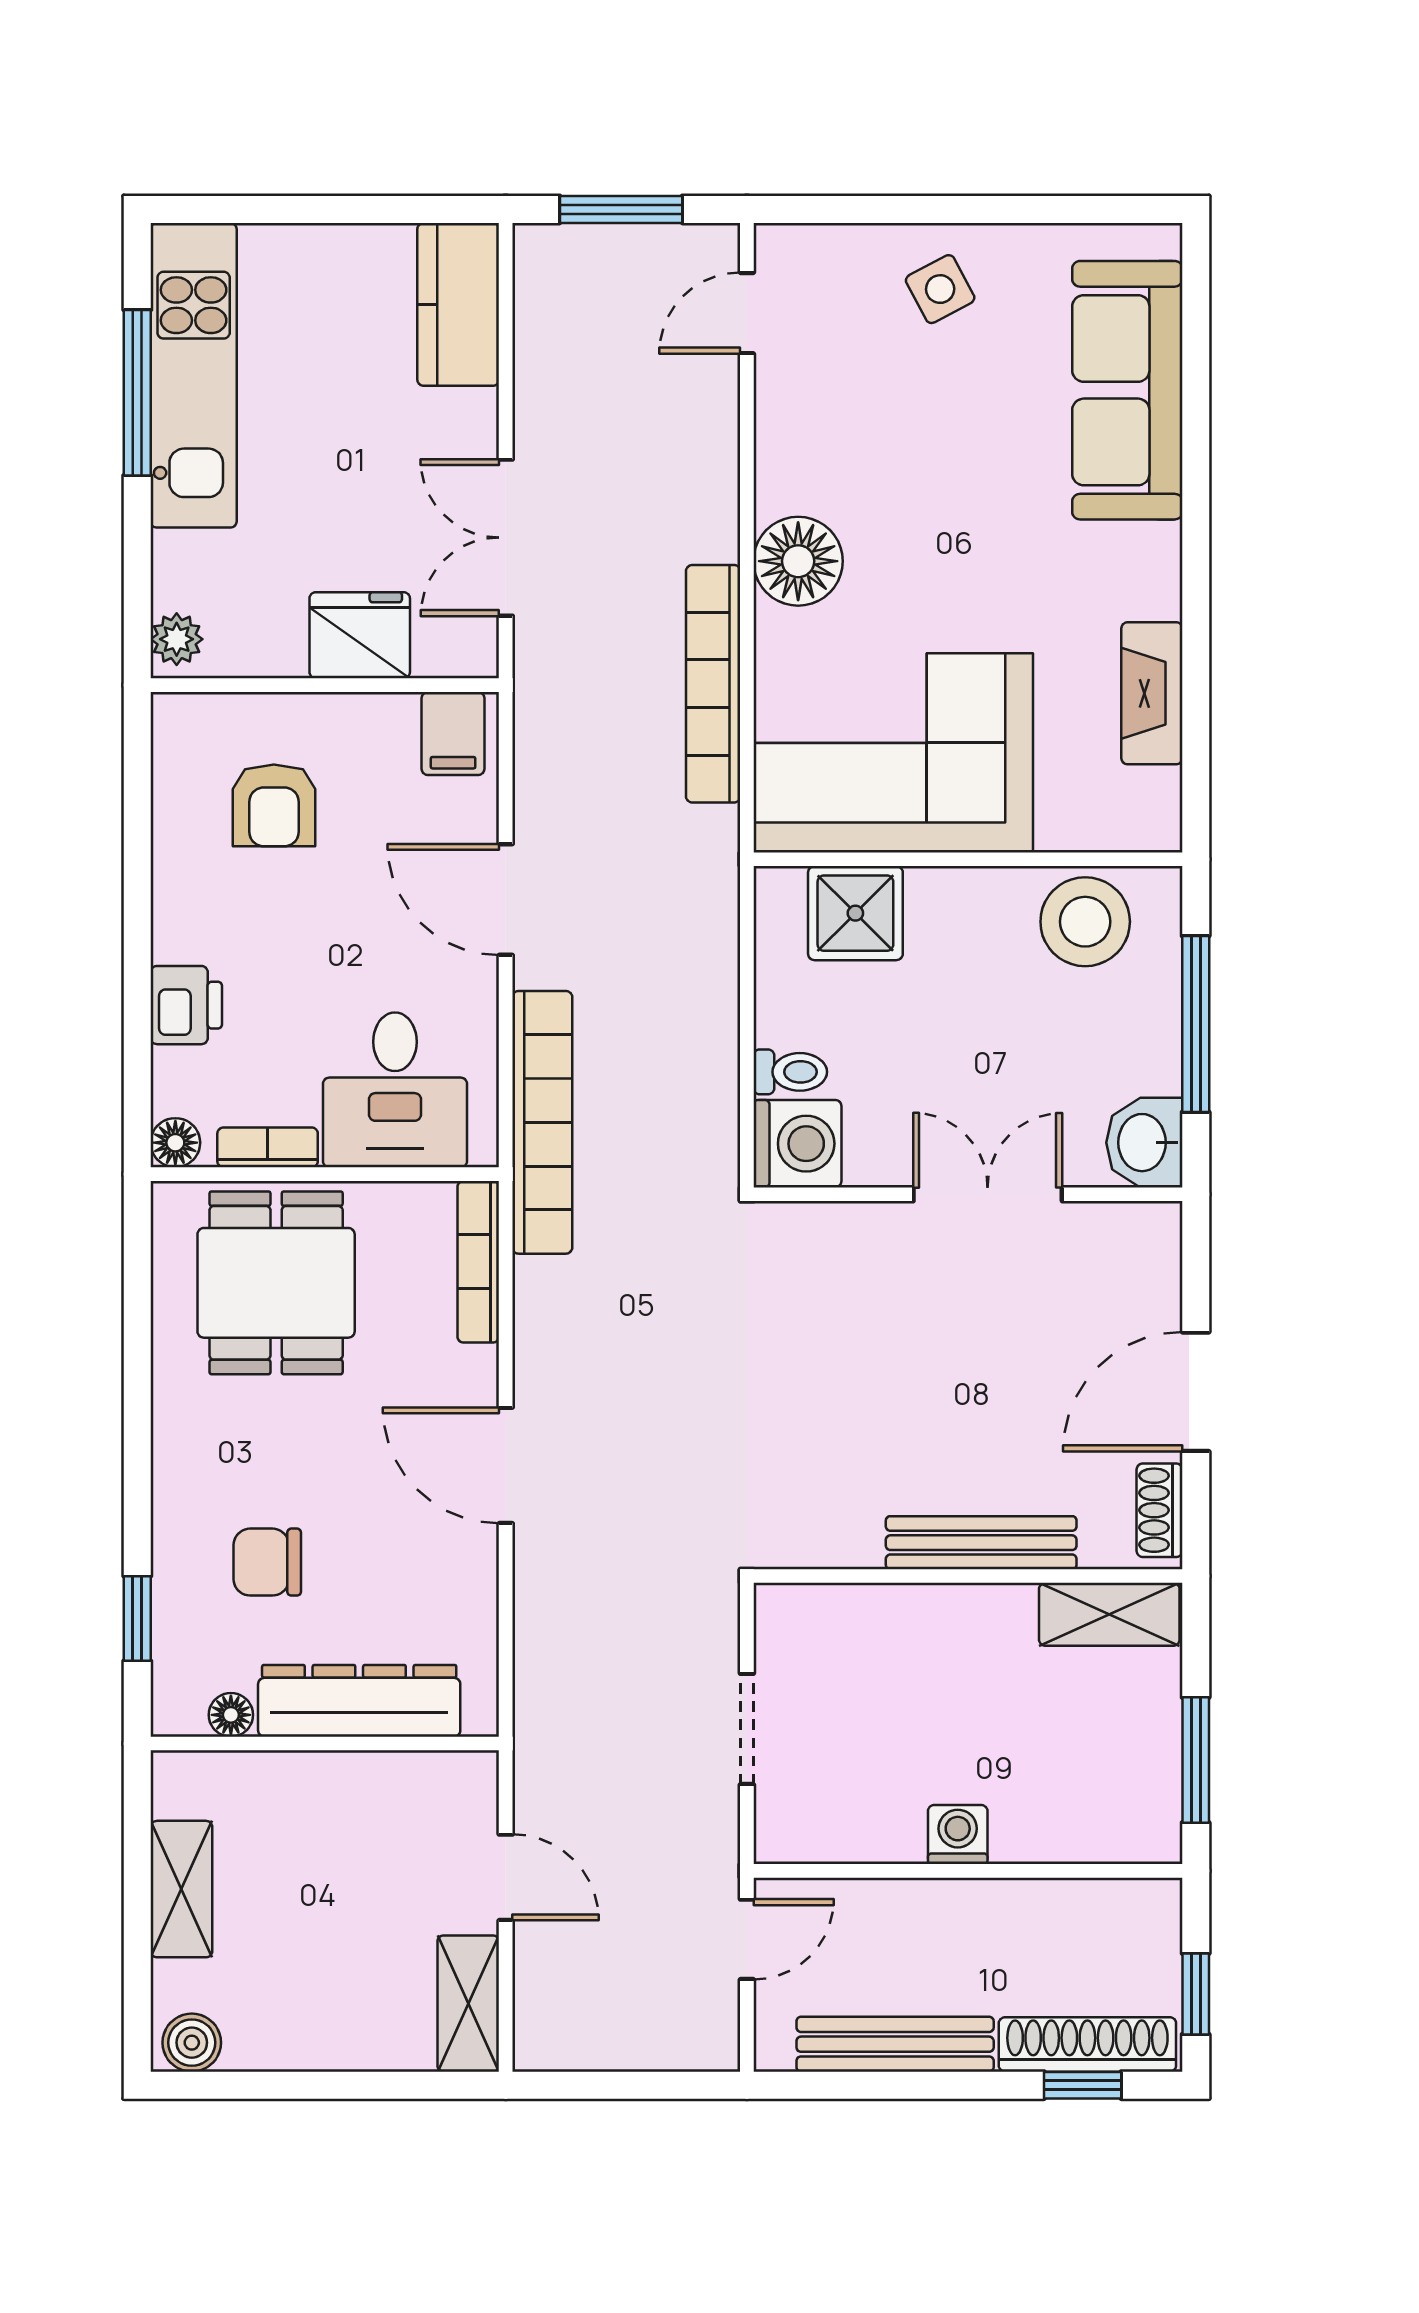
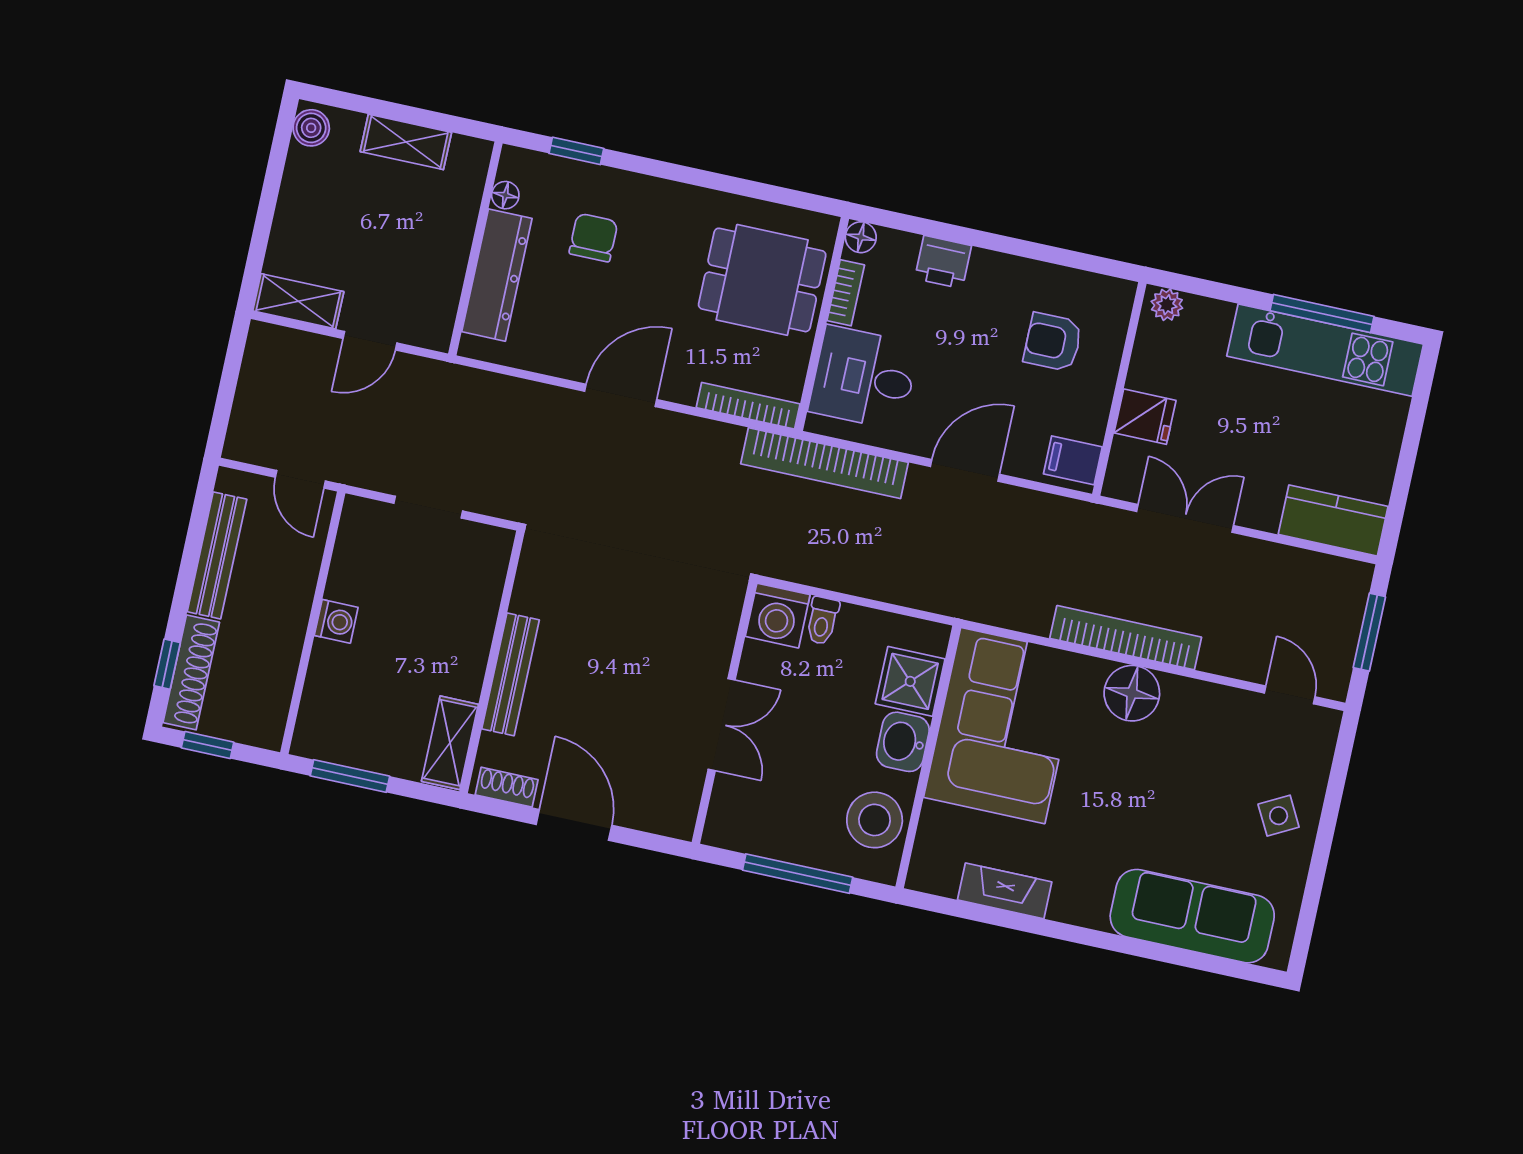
fridge: (360, 635) -> (1145, 417), width x0.72
bookcase: (713, 684) -> (1126, 638), moved
washbasin: (1144, 1143) -> (903, 742), moved, turned -90

